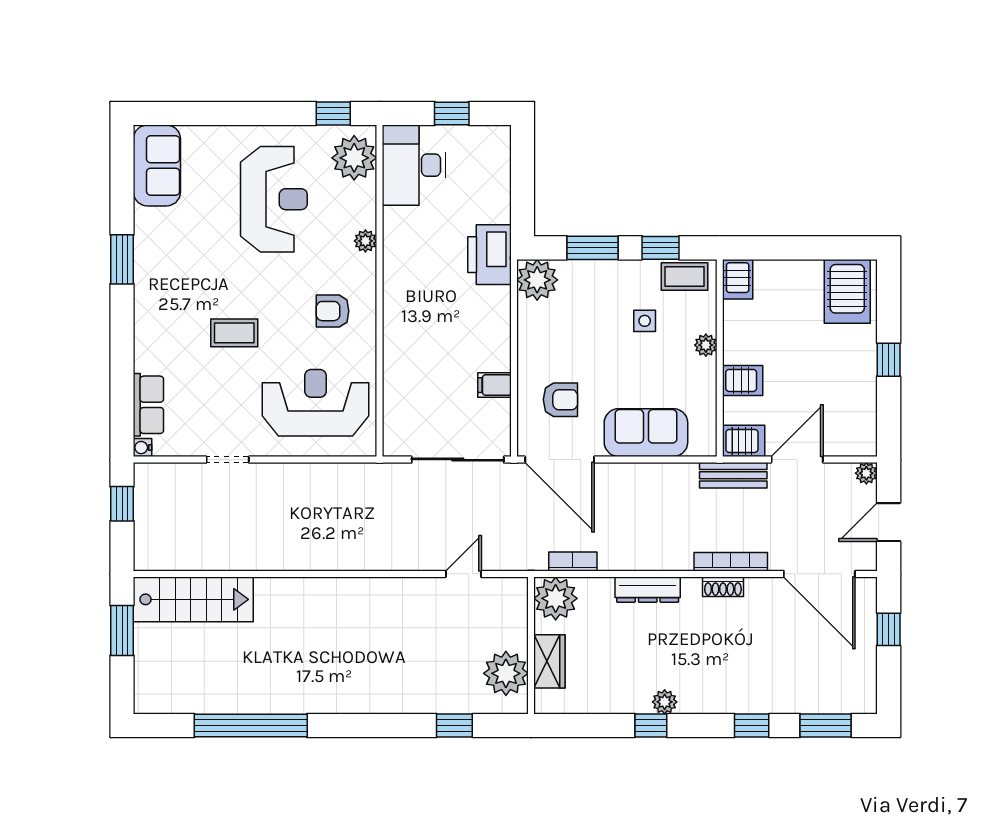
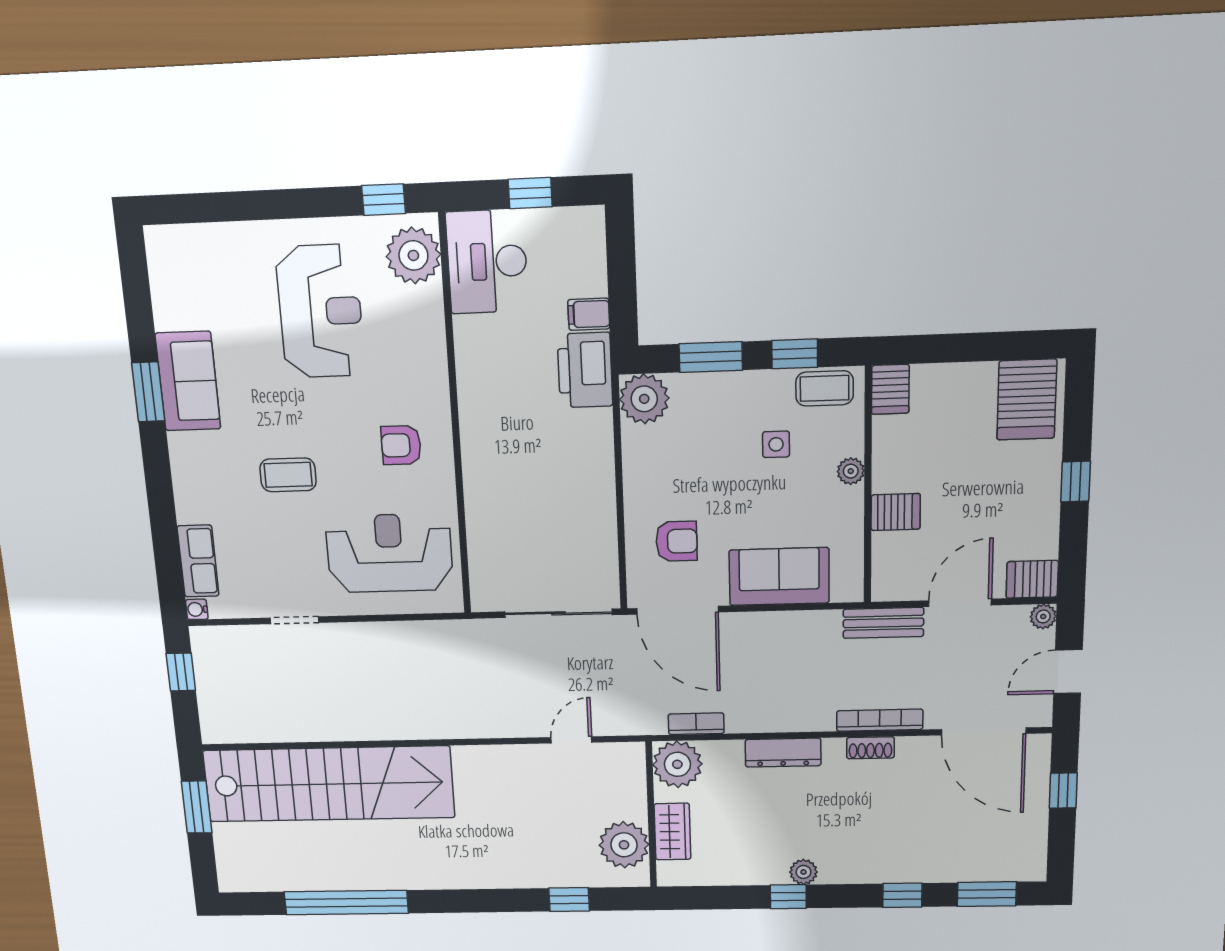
sofa: (157, 165) -> (188, 381), moved
plant: (365, 241) -> (434, 359), removed
filing cabinet: (495, 385) -> (589, 314), moved
server rack: (744, 441) -> (1032, 579), moved, turned 180
stairs: (193, 599) -> (329, 784), width x1.86, depth x1.51

